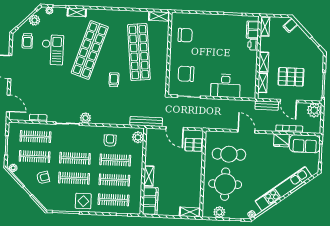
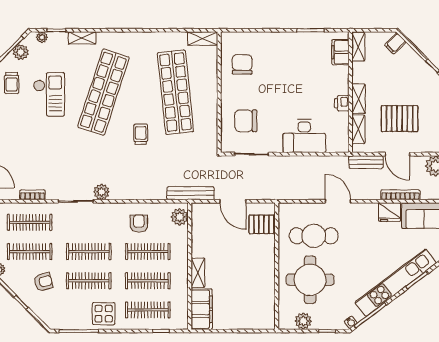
chair: (185, 35) -> (242, 64), turned -90
printer: (253, 45) -> (342, 103), moved
shelving: (190, 212) -> (260, 323), removed

